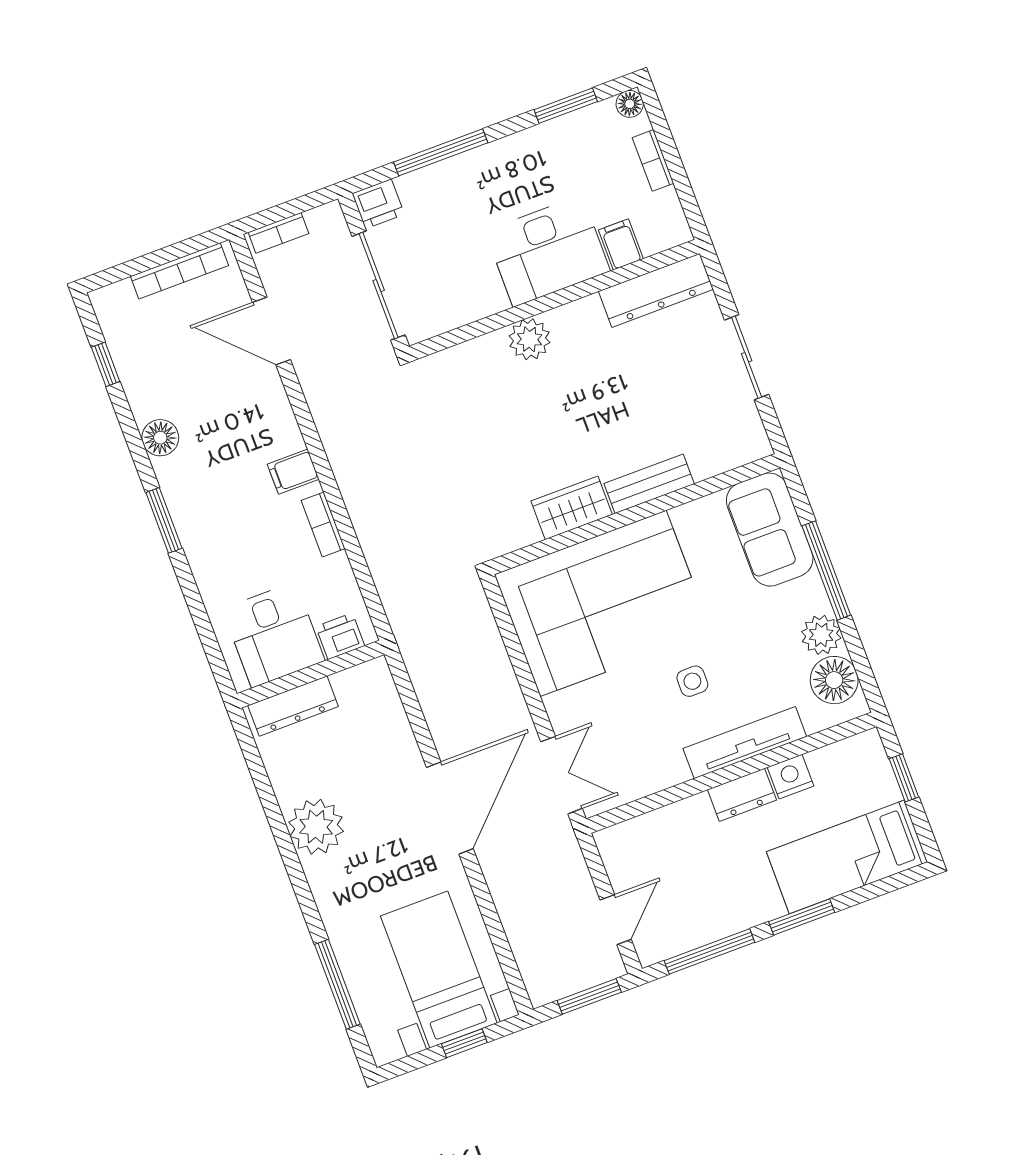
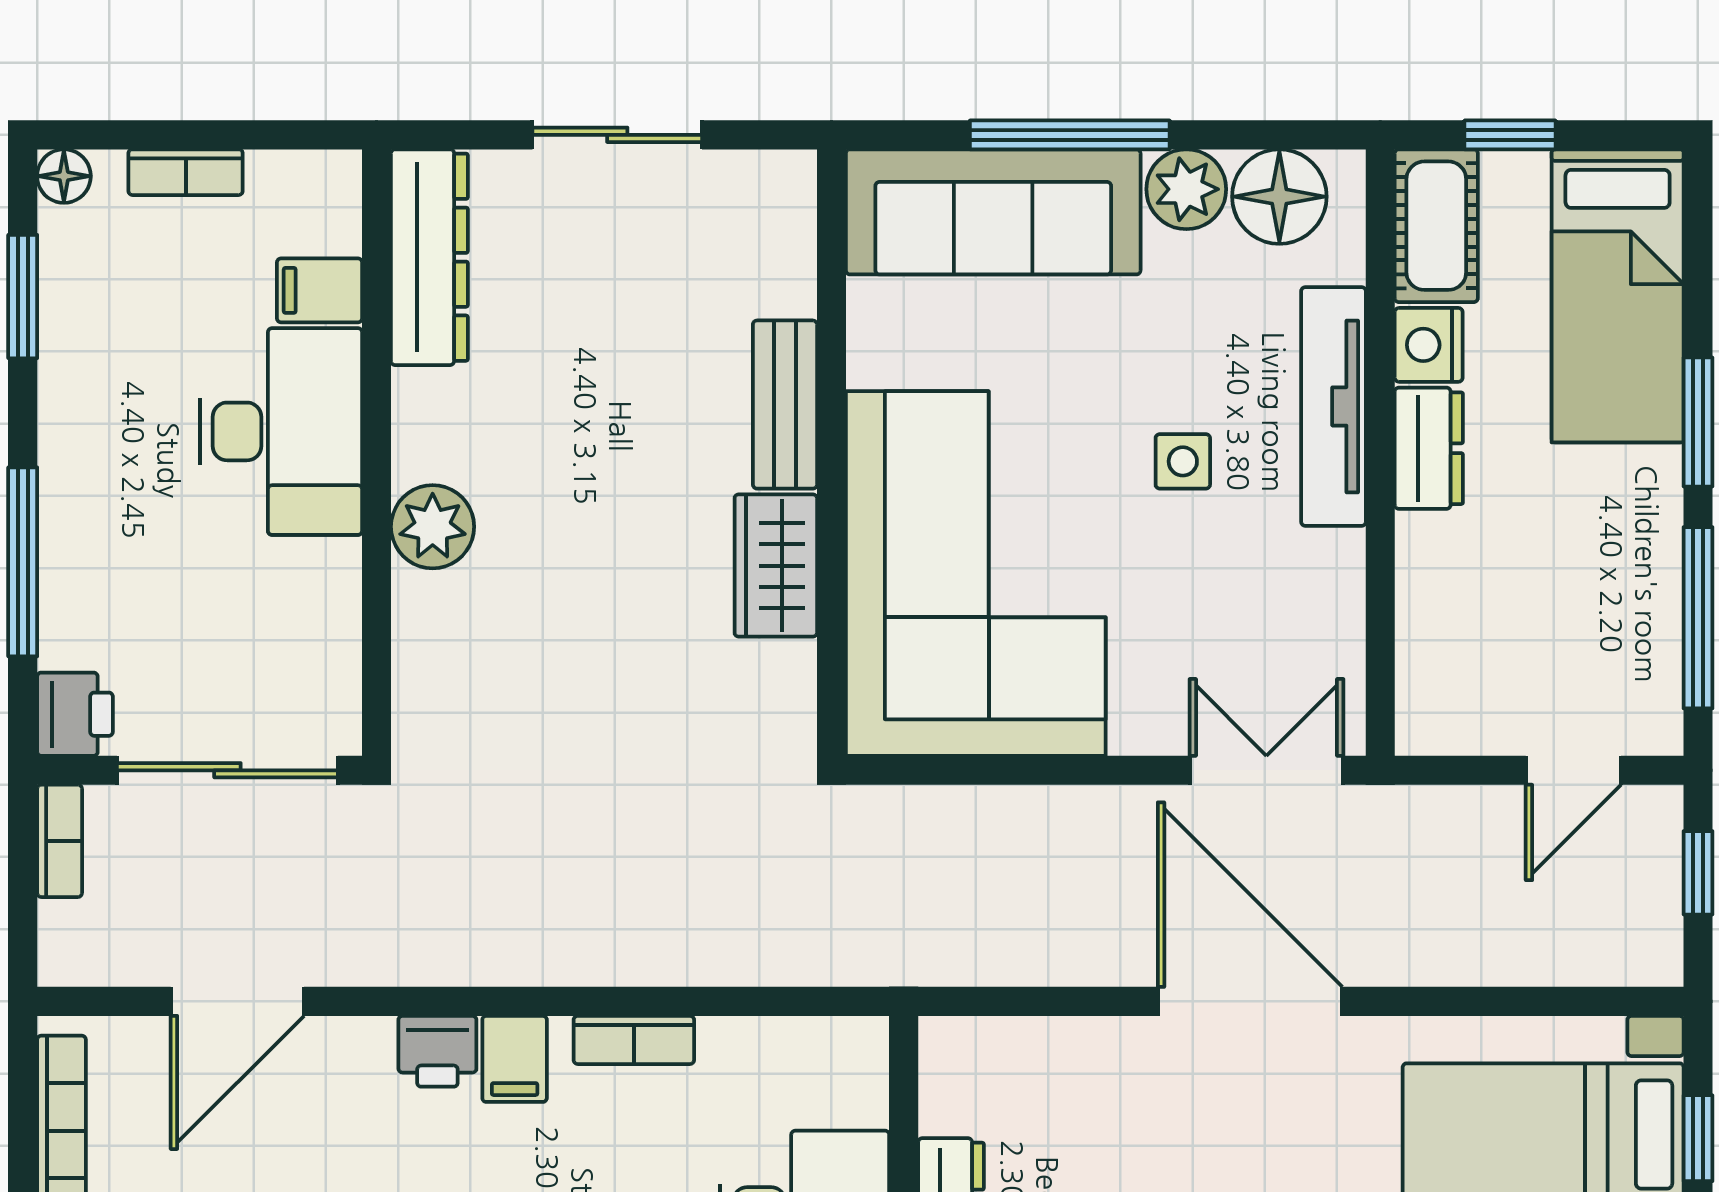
bookcase: (278, 233) -> (60, 841), moved
sofa: (770, 530) -> (993, 212), width x1.36
printer: (340, 636) -> (437, 1051), moved, turned -90
cot: (848, 759) -> (1436, 226), added
door: (616, 920) -> (1573, 770), swing flipped
window: (589, 996) -> (1698, 873), width x0.67

